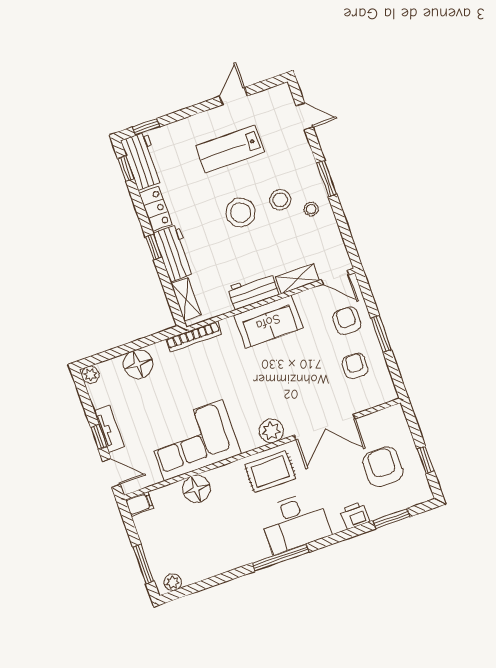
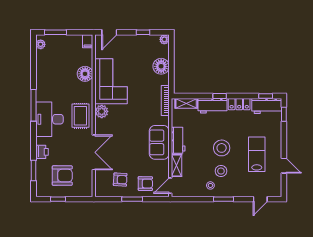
double door: (325, 427) -> (94, 152), swing flipped
tv unit: (109, 429) -> (133, 39), removed
plant: (271, 431) -> (102, 111), moved
window: (99, 437) -> (143, 32), moved

